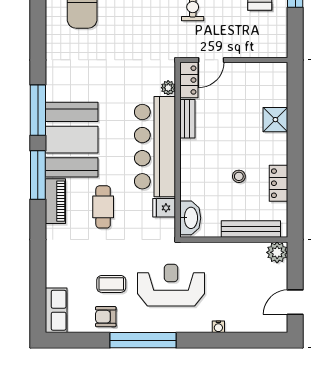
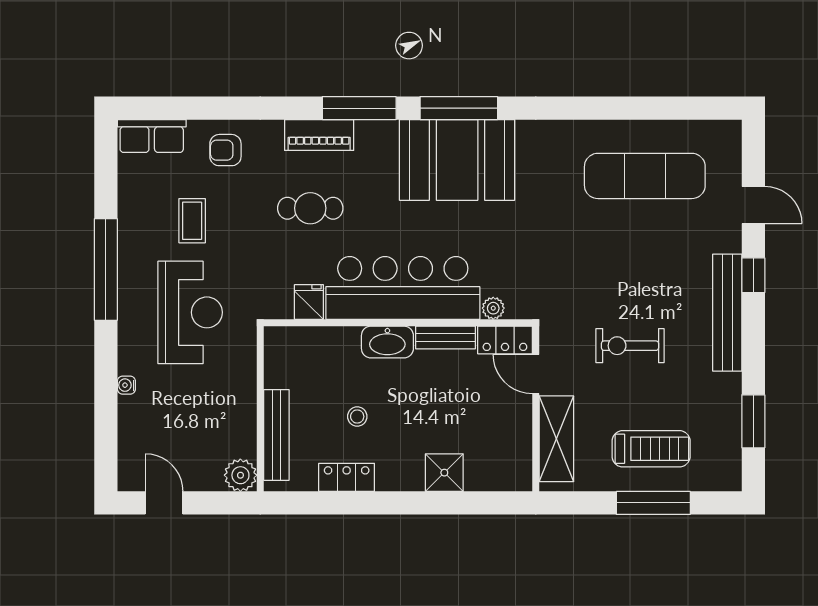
shelving: (253, 47) -> (556, 439), added
booth: (72, 140) -> (457, 160), moved
washbasin: (190, 218) -> (387, 342), moved
armchair: (106, 317) -> (225, 150), moved, turned -90

